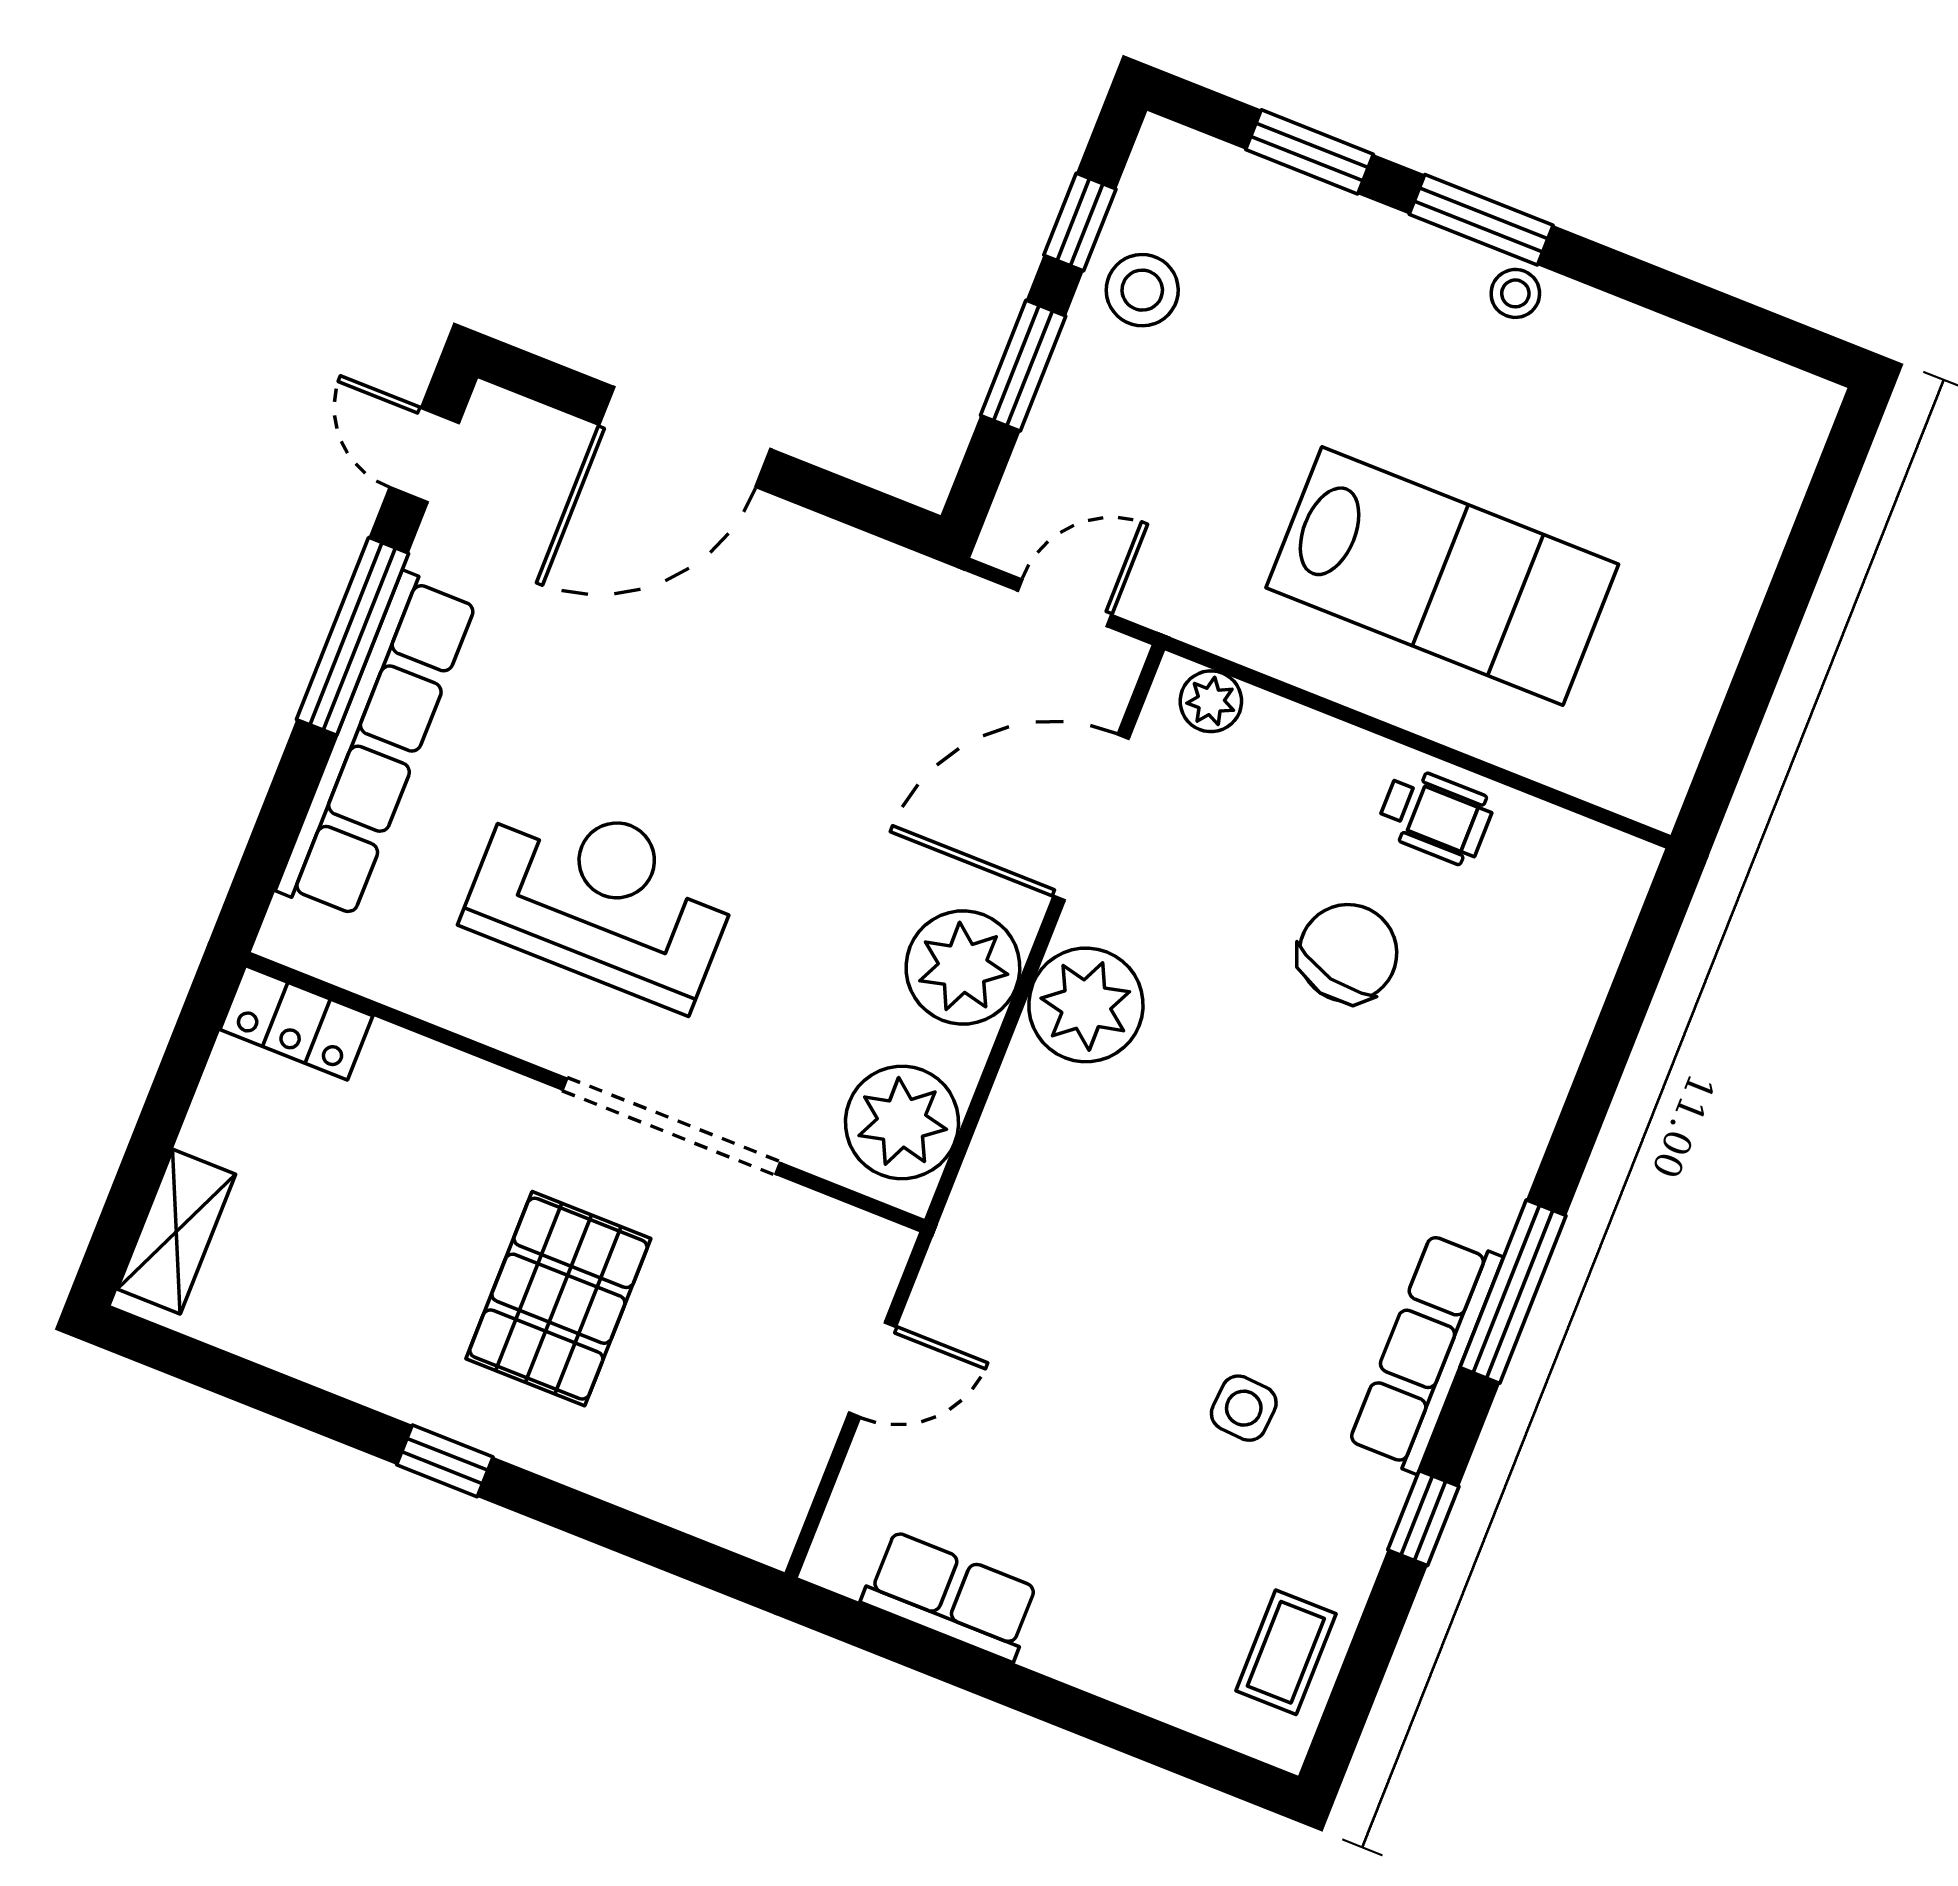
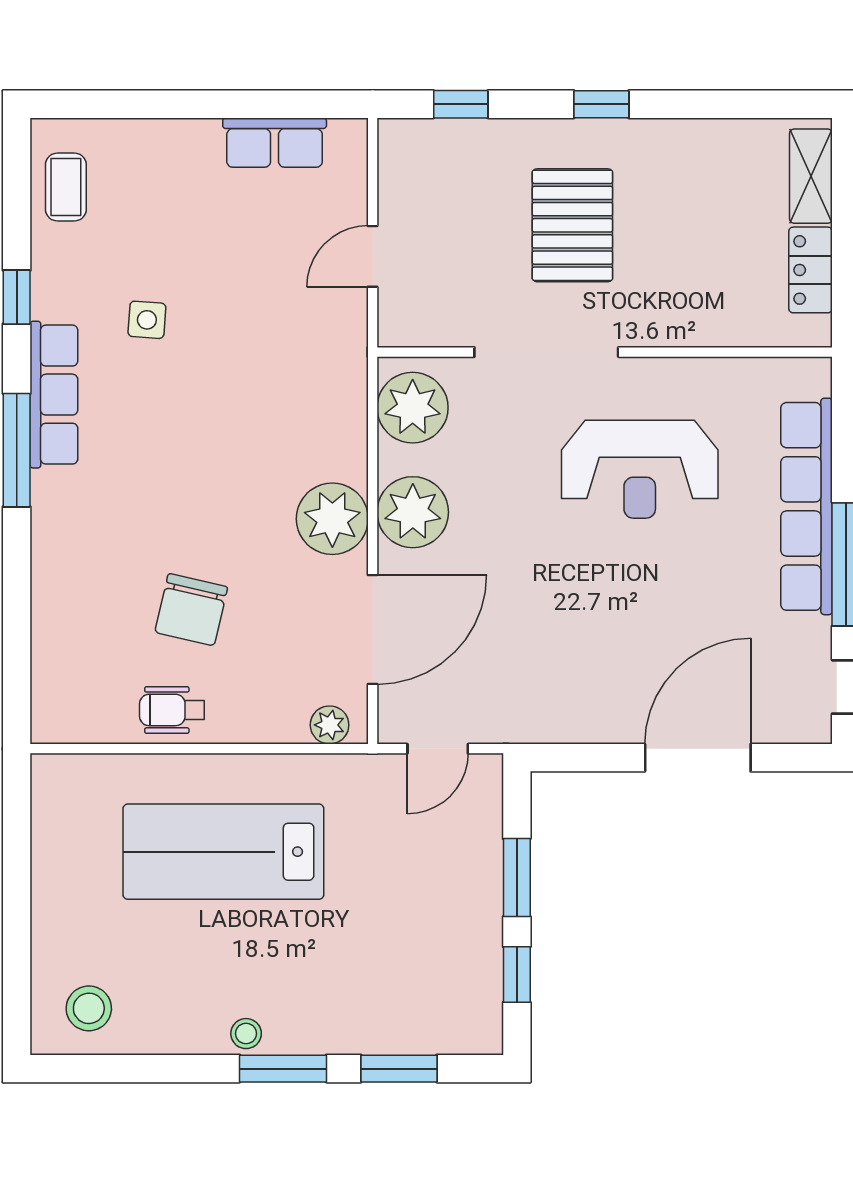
stool: (1142, 290) -> (89, 1008), moved
locker: (296, 1023) -> (811, 270), moved, turned -90
window: (653, 1543) -> (461, 104), added

